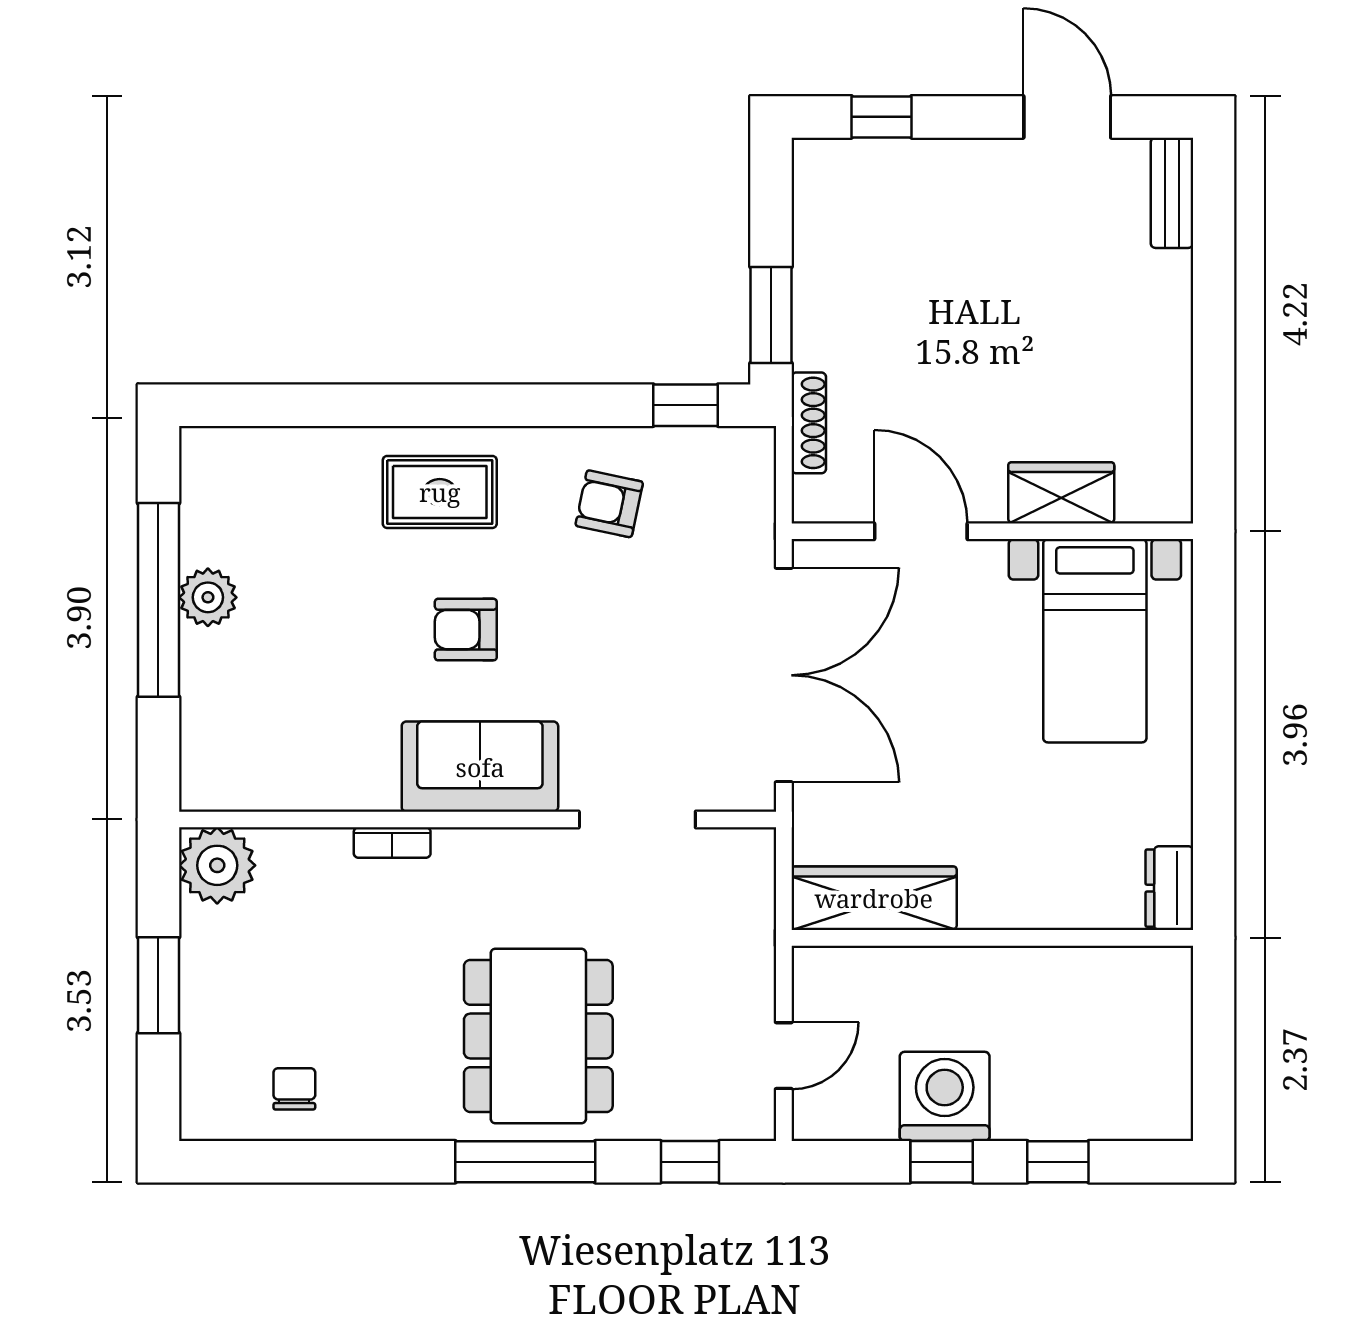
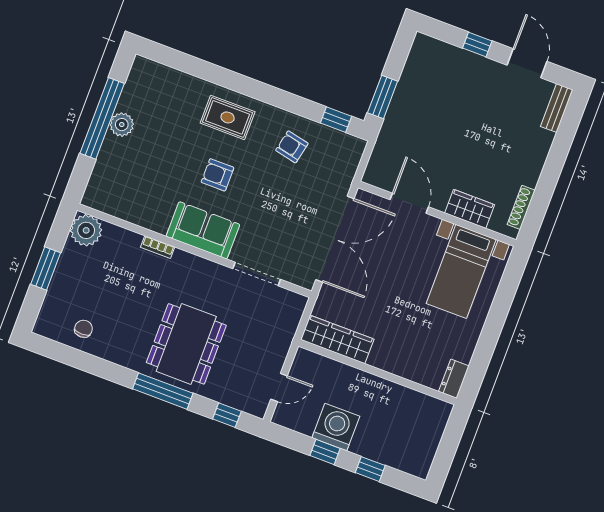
window: (881, 117) -> (477, 45), moved
shoe rack: (809, 423) -> (521, 207), moved, turned 180

